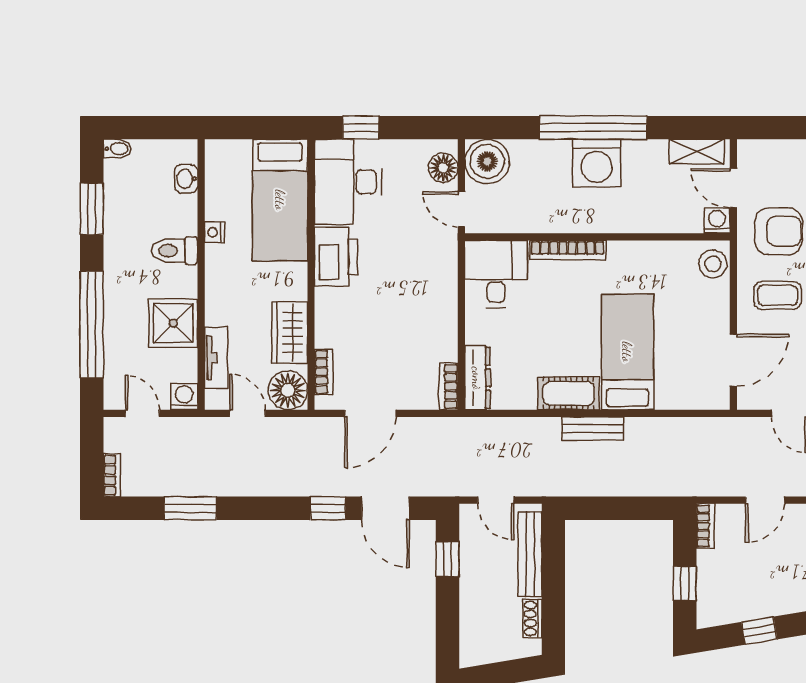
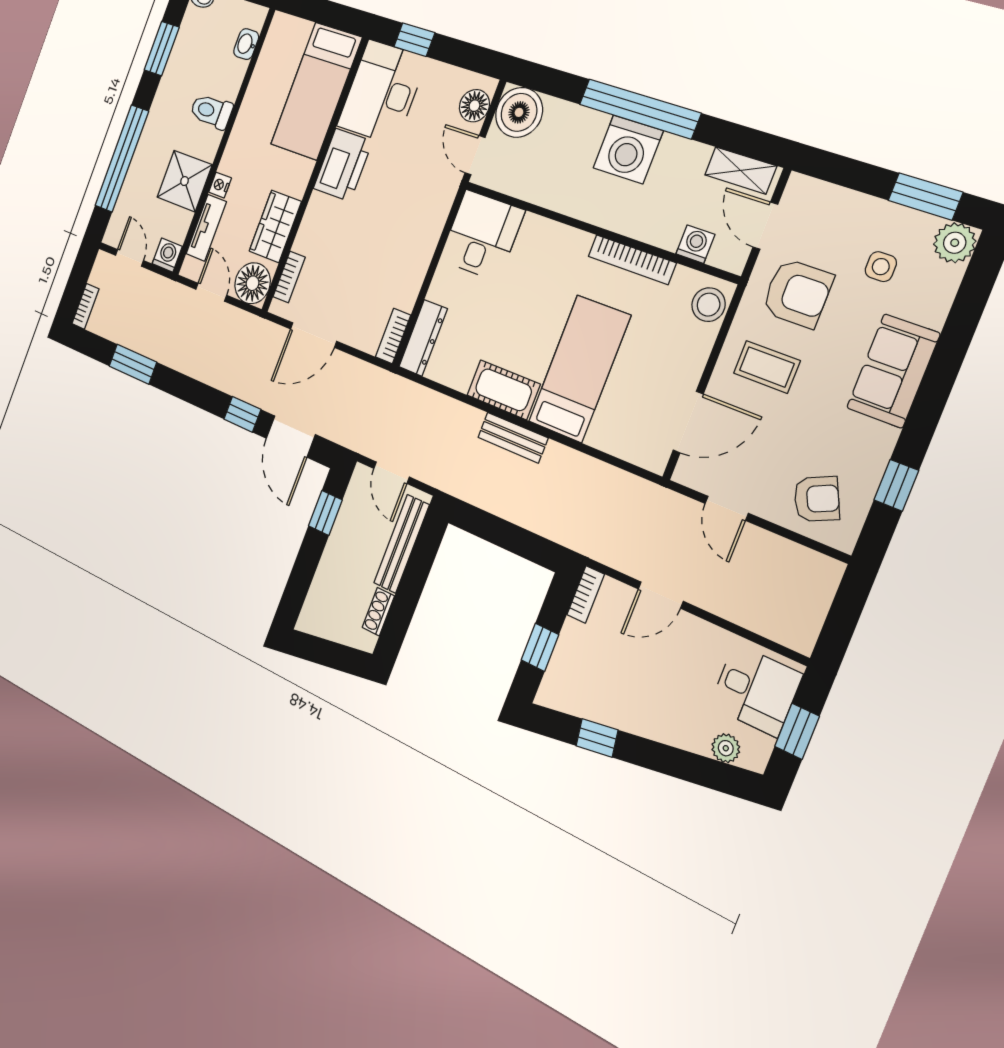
washing machine: (717, 221) -> (695, 244), moved
nightstand: (214, 232) -> (220, 185), moved
bookcase: (568, 250) -> (632, 260), moved

